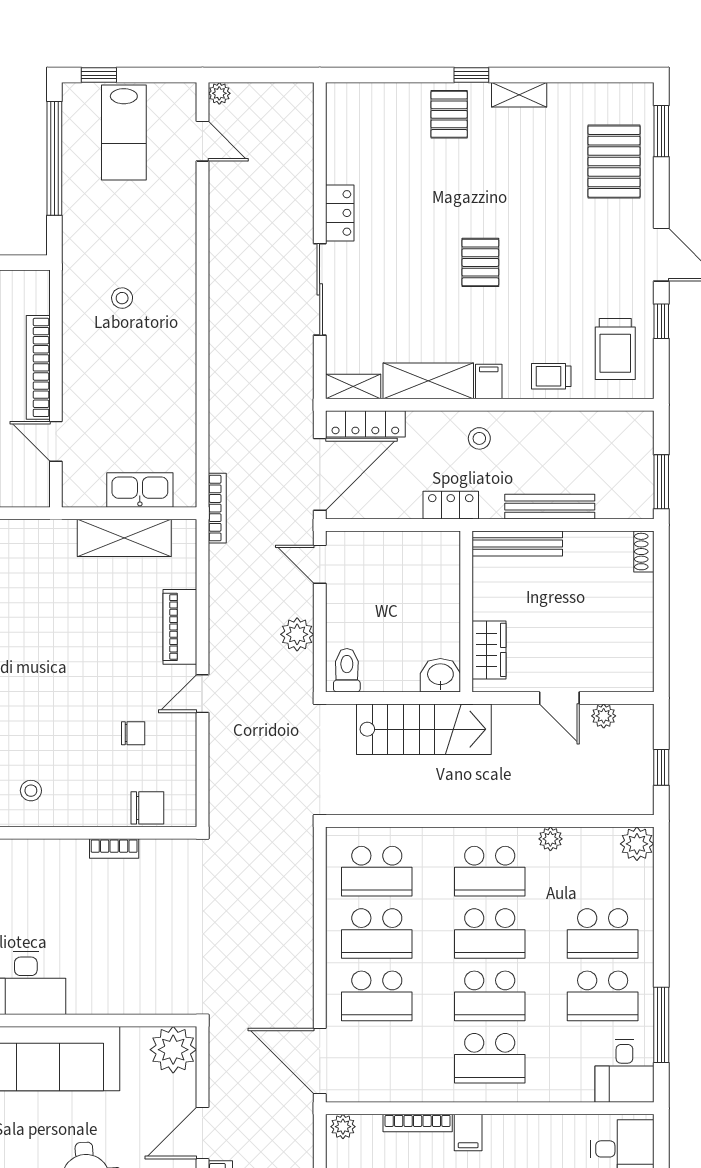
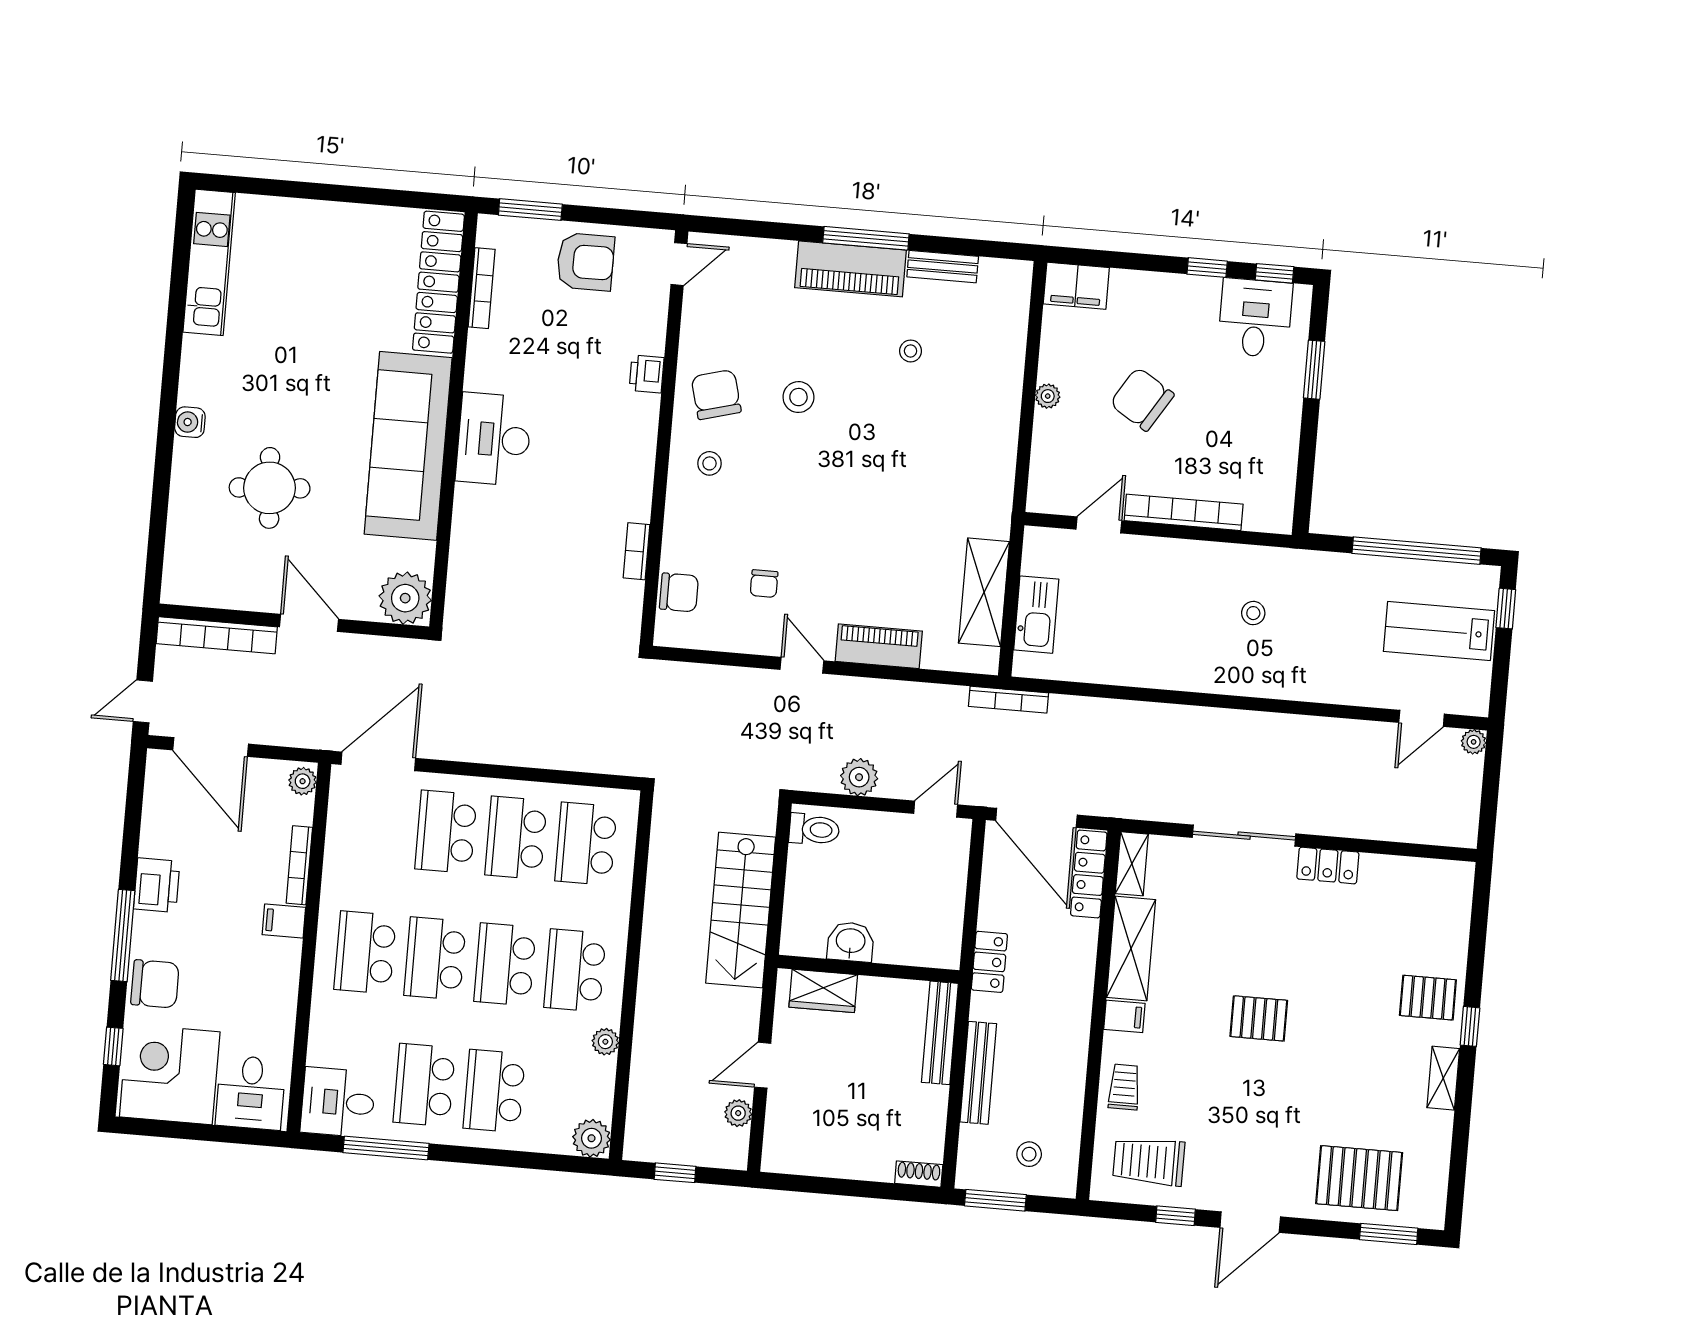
stool: (479, 438) -> (1029, 1154), moved
washbasin: (440, 675) -> (851, 942), moved, turned -90
chair: (147, 808) -> (679, 592), turned -90

